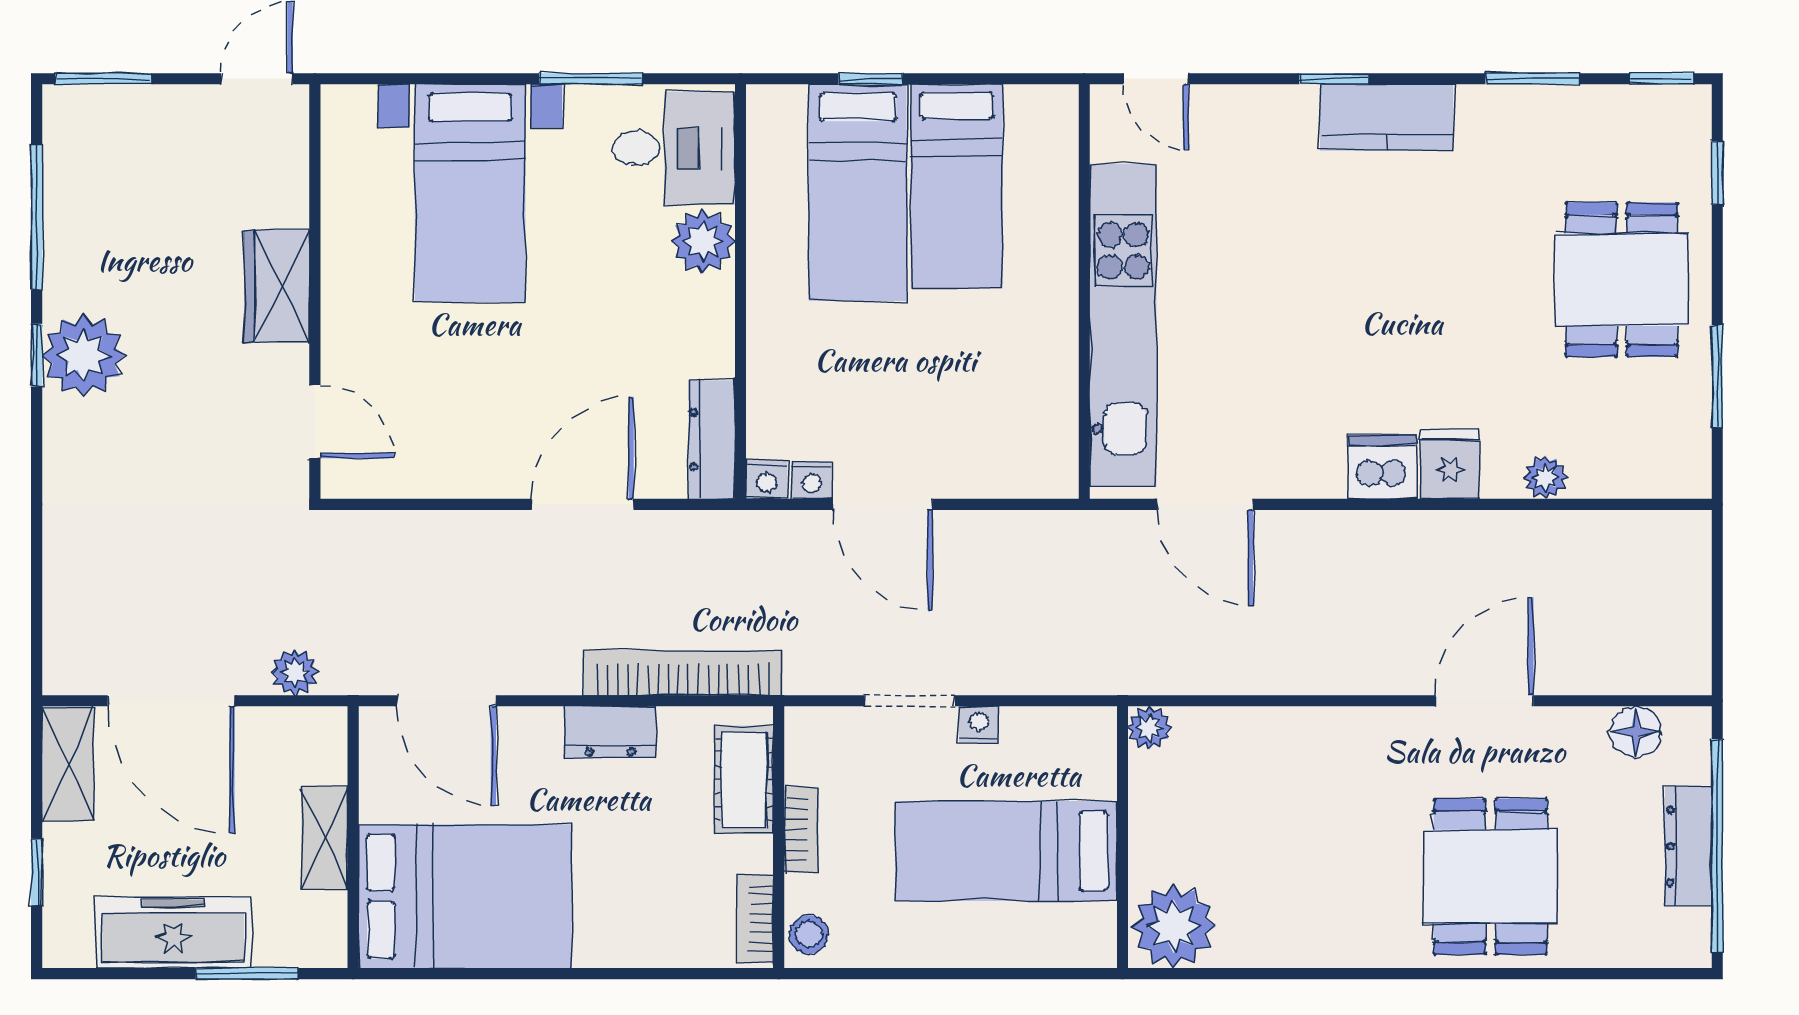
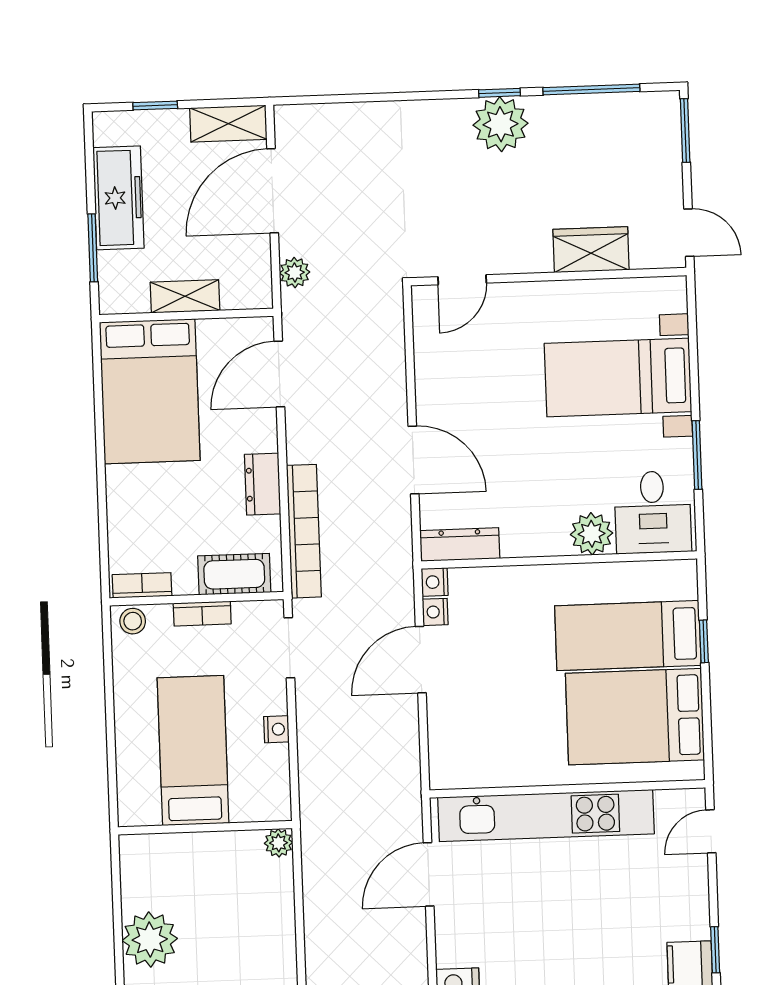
bed: (957, 186) -> (635, 717), width x1.50
wardrobe: (277, 286) -> (591, 250), moved
doorway: (910, 701) -> (289, 648), moved
plant: (1174, 926) -> (150, 940), moved

